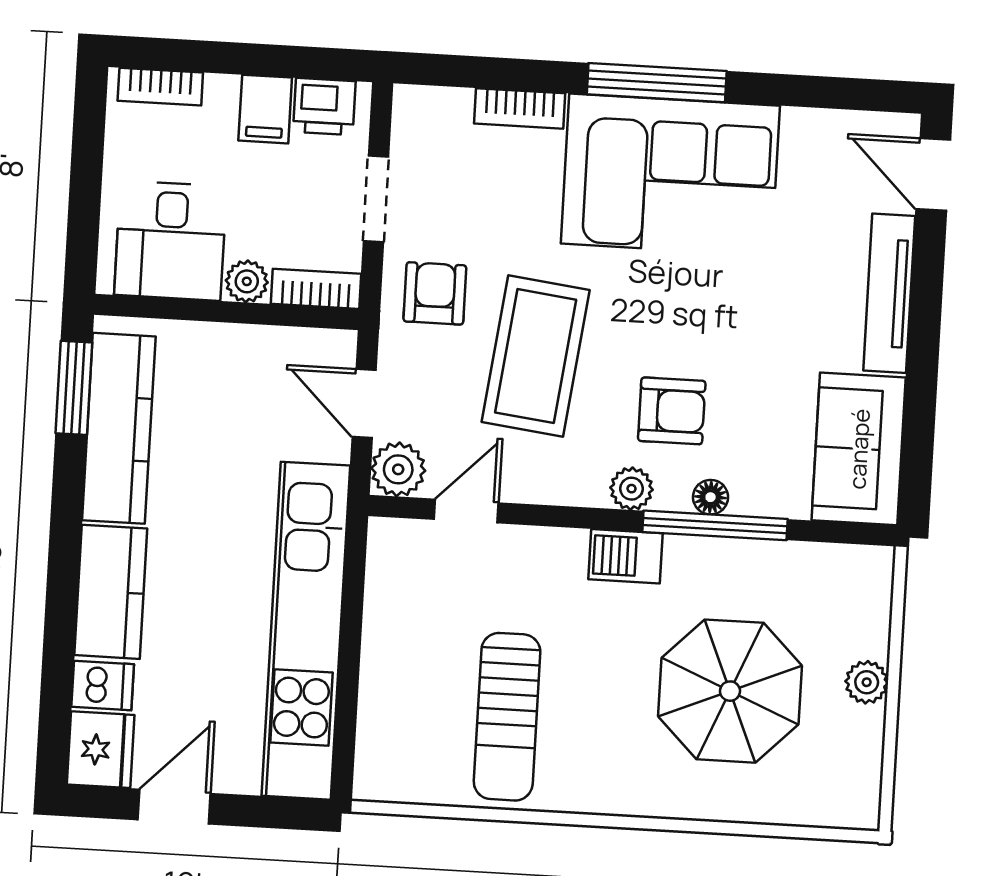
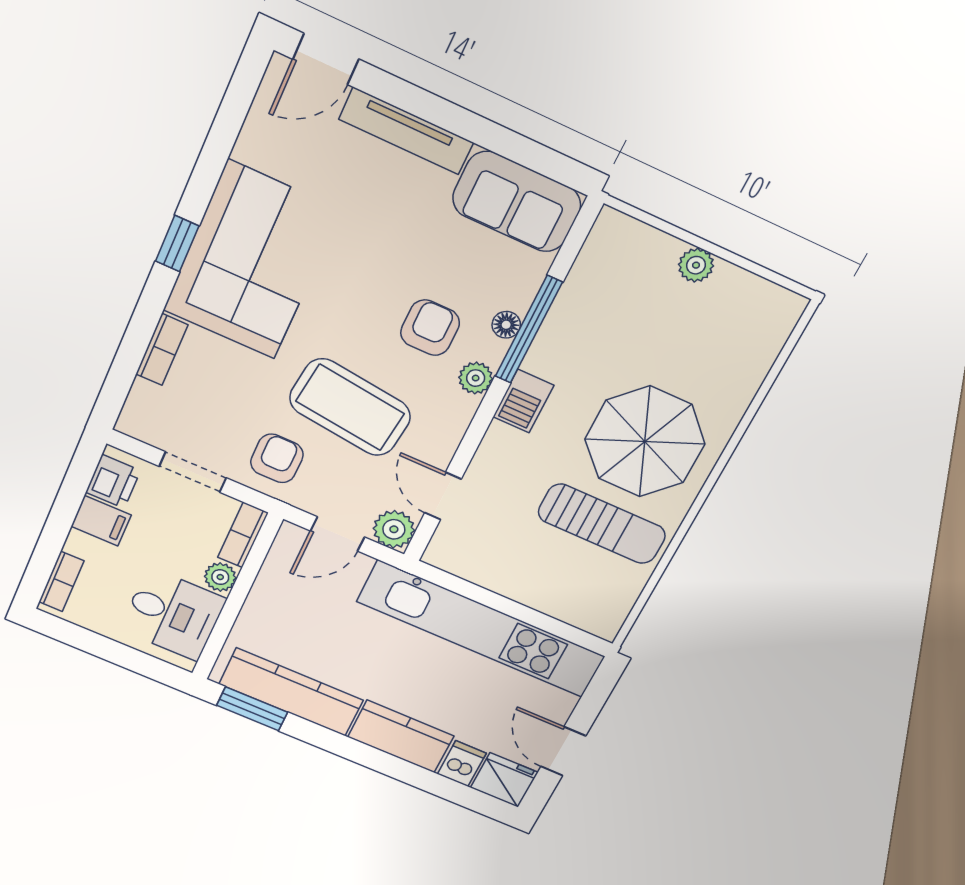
window: (657, 83) -> (177, 244), width x0.46
armchair: (435, 293) -> (277, 458), turned 90
parasol: (730, 691) -> (645, 442), moved

